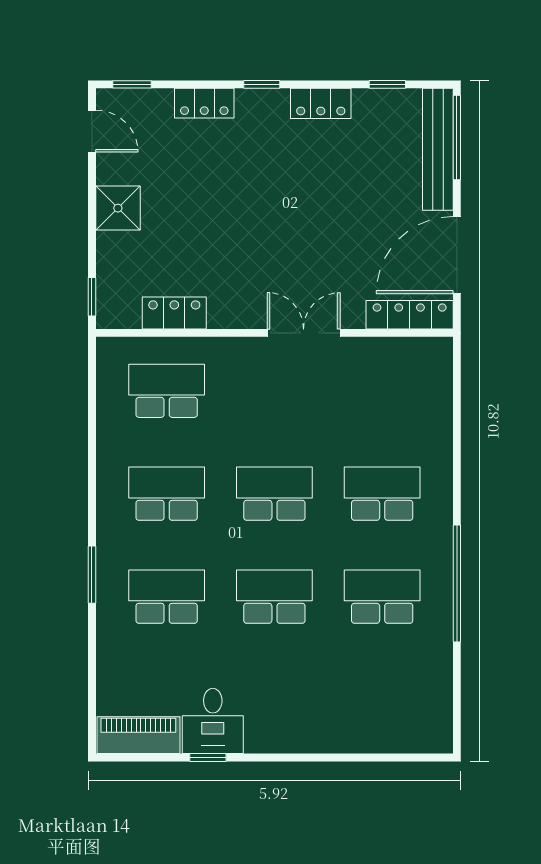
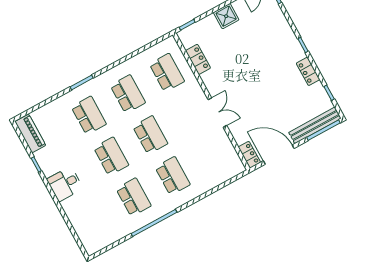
locker: (204, 103) -> (284, 27), removed
locker: (410, 315) -> (249, 155), width x0.66
desk: (213, 721) -> (65, 184), moved

